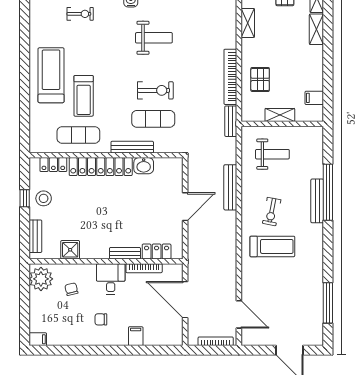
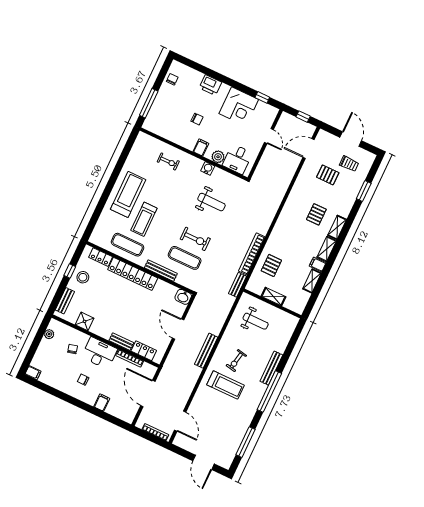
shelving: (248, 23) -> (312, 281), moved
filing cabinet: (314, 98) -> (318, 264), moved
washbasin: (144, 166) -> (183, 297), moved
bench: (230, 187) -> (206, 351), moved
window: (328, 192) -> (269, 391), moved
door: (185, 207) -> (178, 329), swing flipped
plant: (41, 279) -> (49, 334), width x0.53, depth x0.53
desk: (111, 279) -> (99, 353), width x1.37

